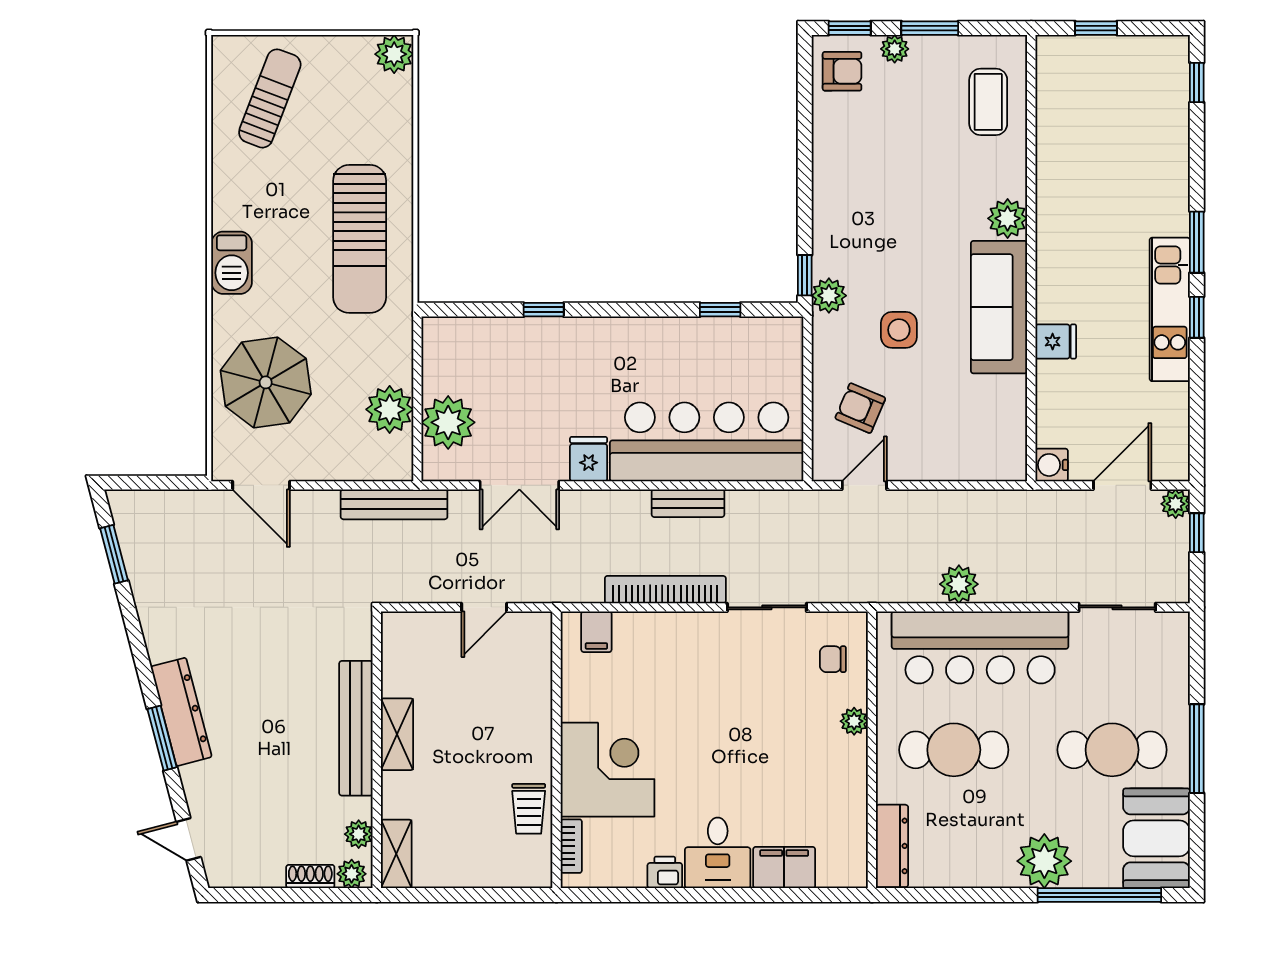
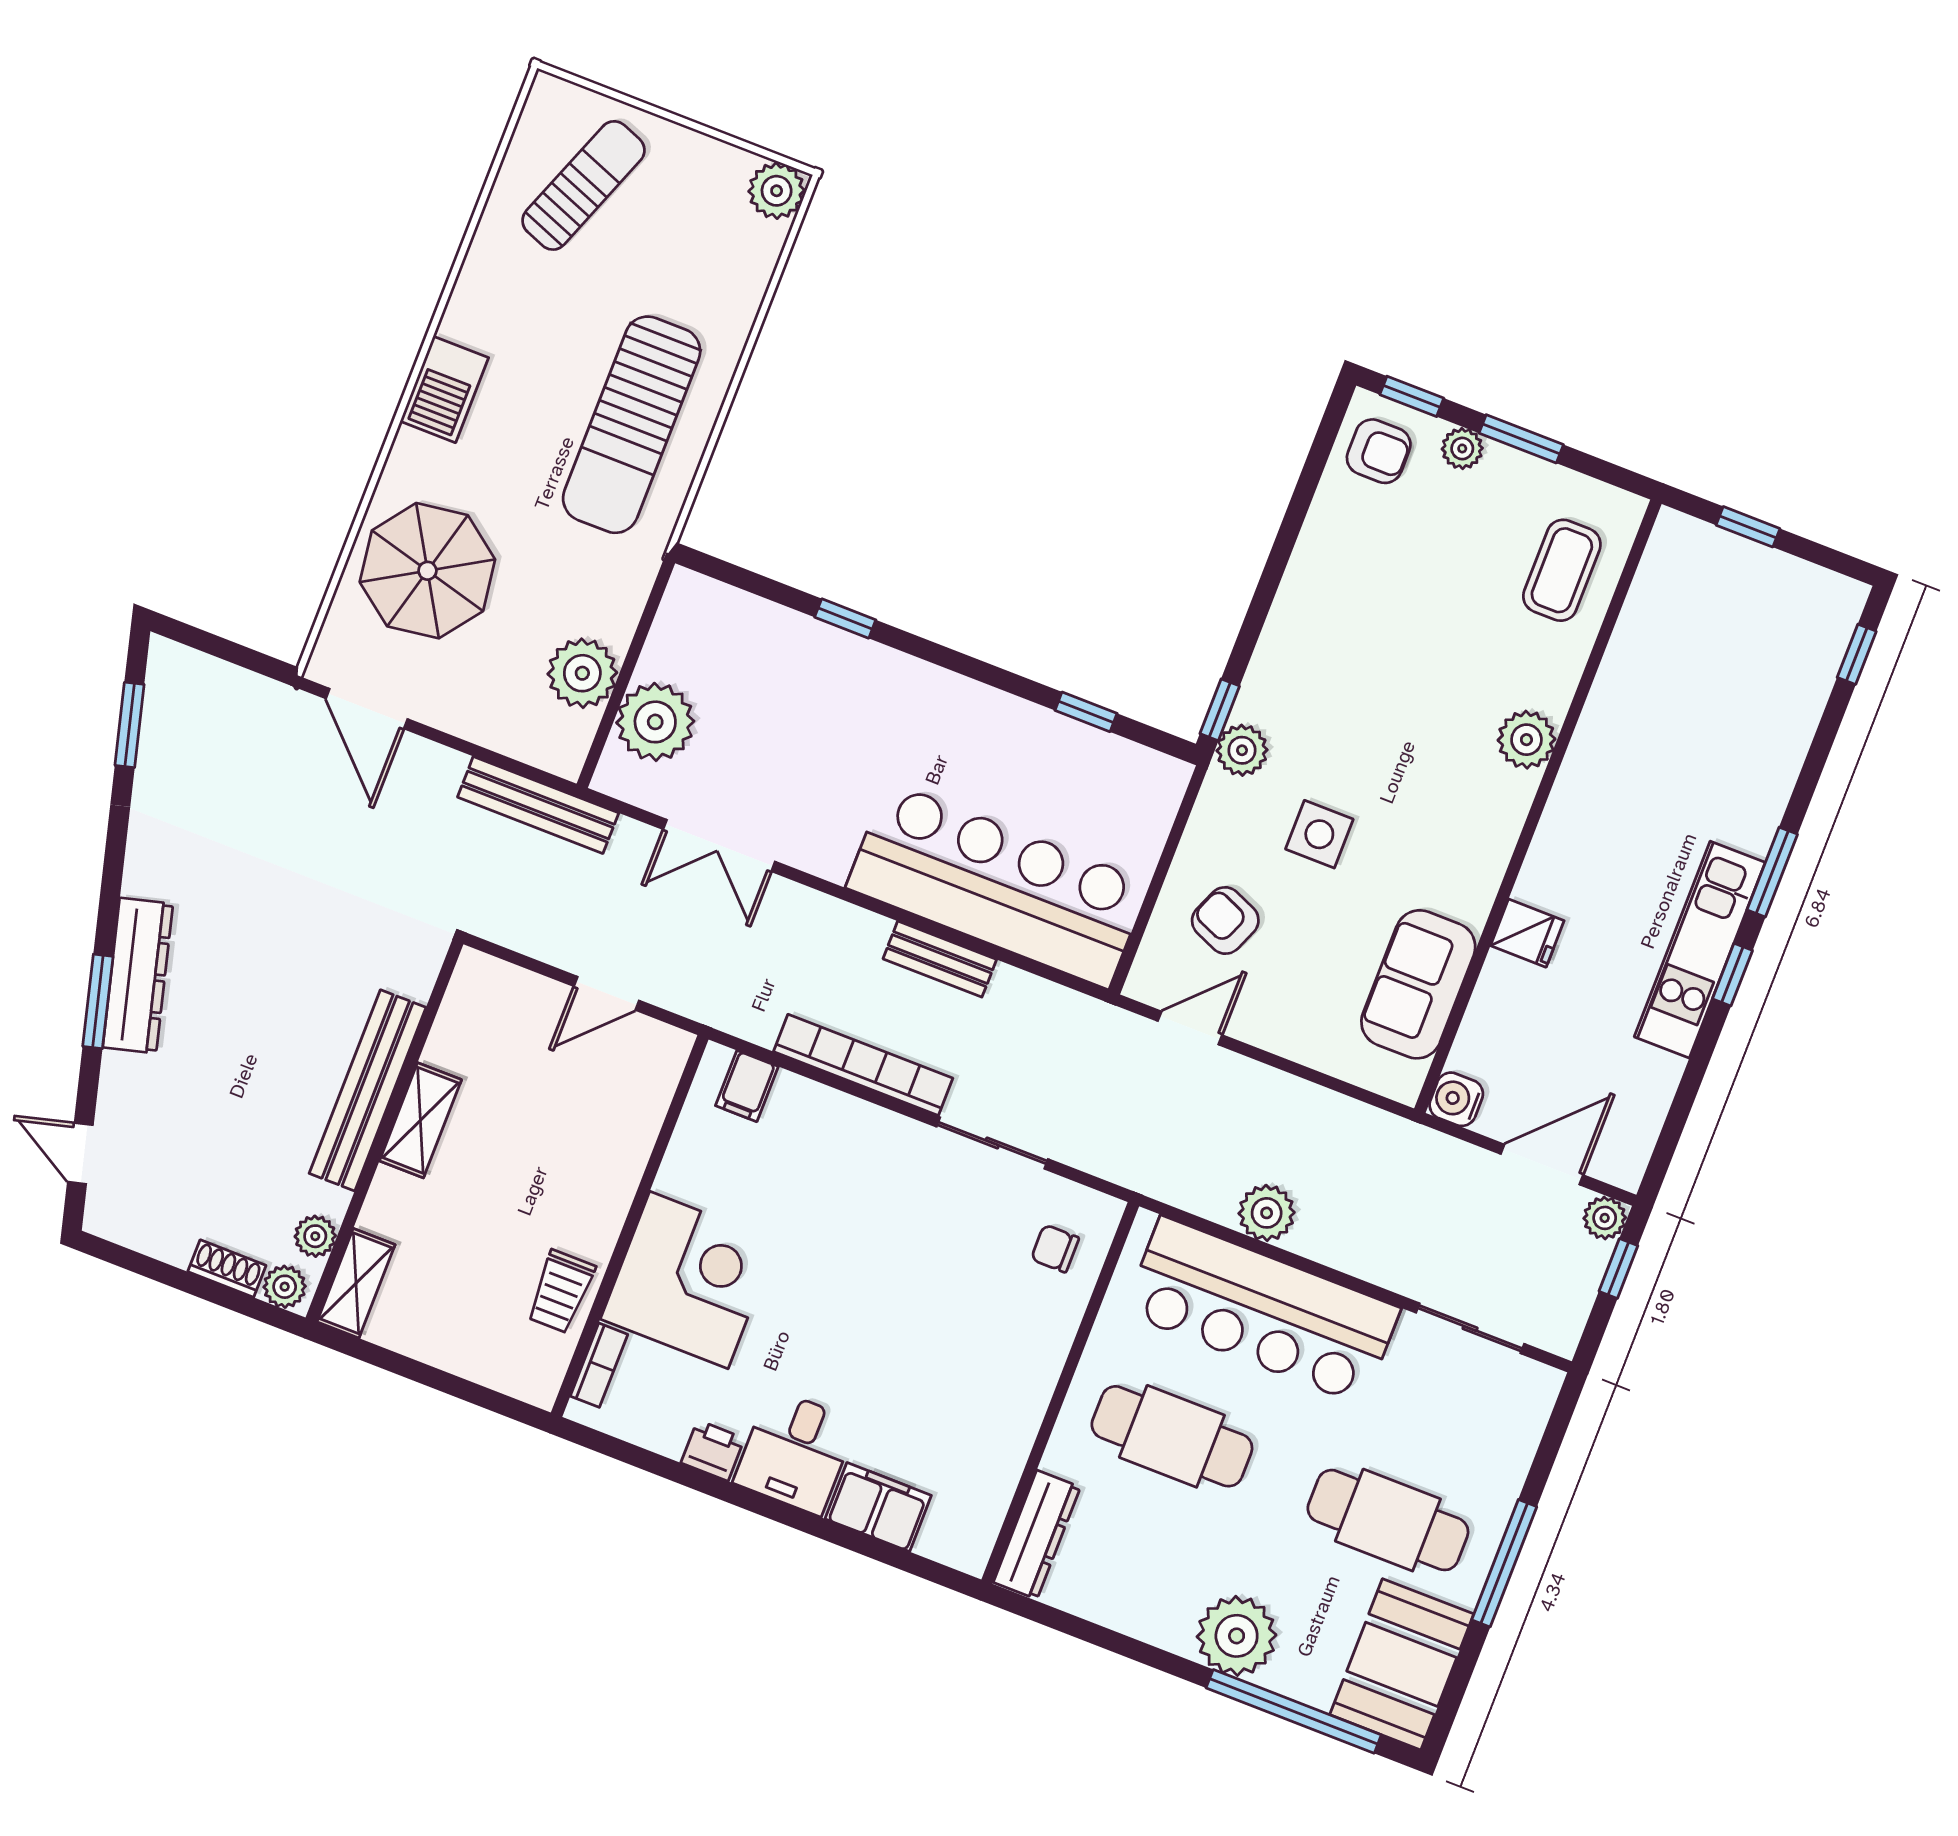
sofa: (999, 307) -> (1418, 984), moved, width x0.73
fridge: (589, 459) -> (827, 846), removed
plant: (854, 721) -> (1051, 1344), removed

